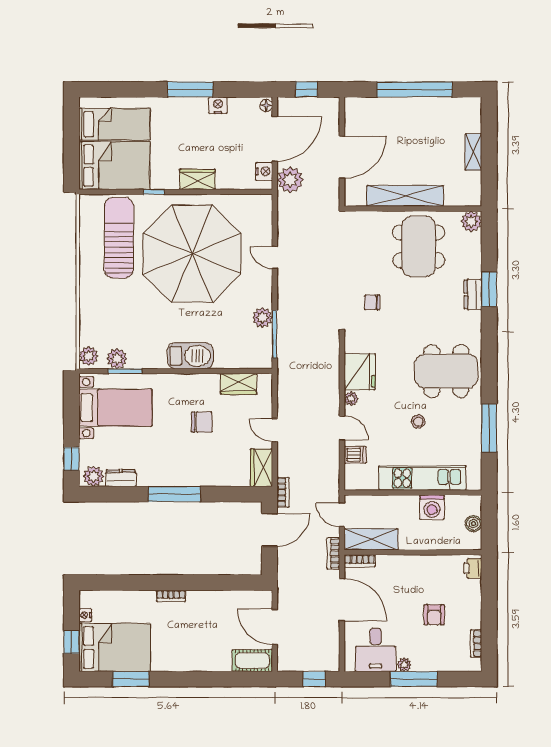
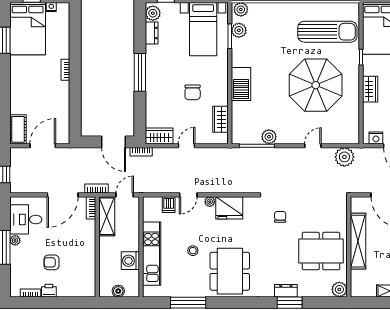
plant: (290, 180) -> (344, 157), moved
parasol: (192, 254) -> (316, 85), width x0.73, depth x0.73
printer: (473, 568) -> (49, 291), moved

